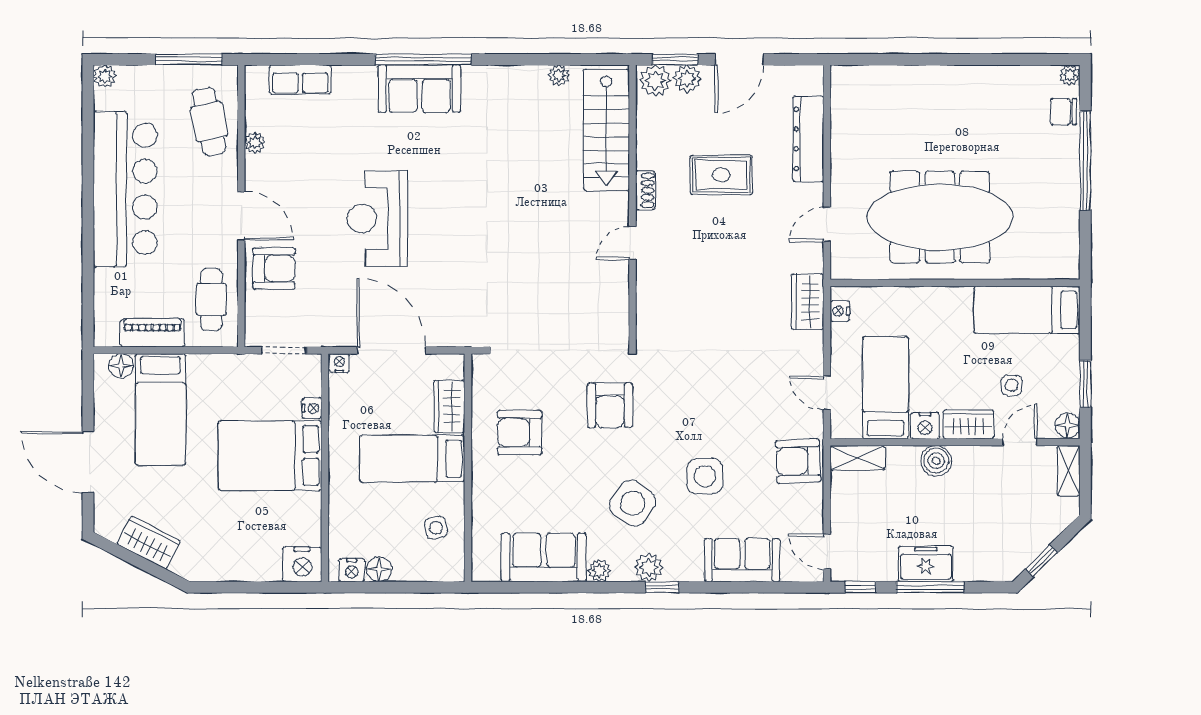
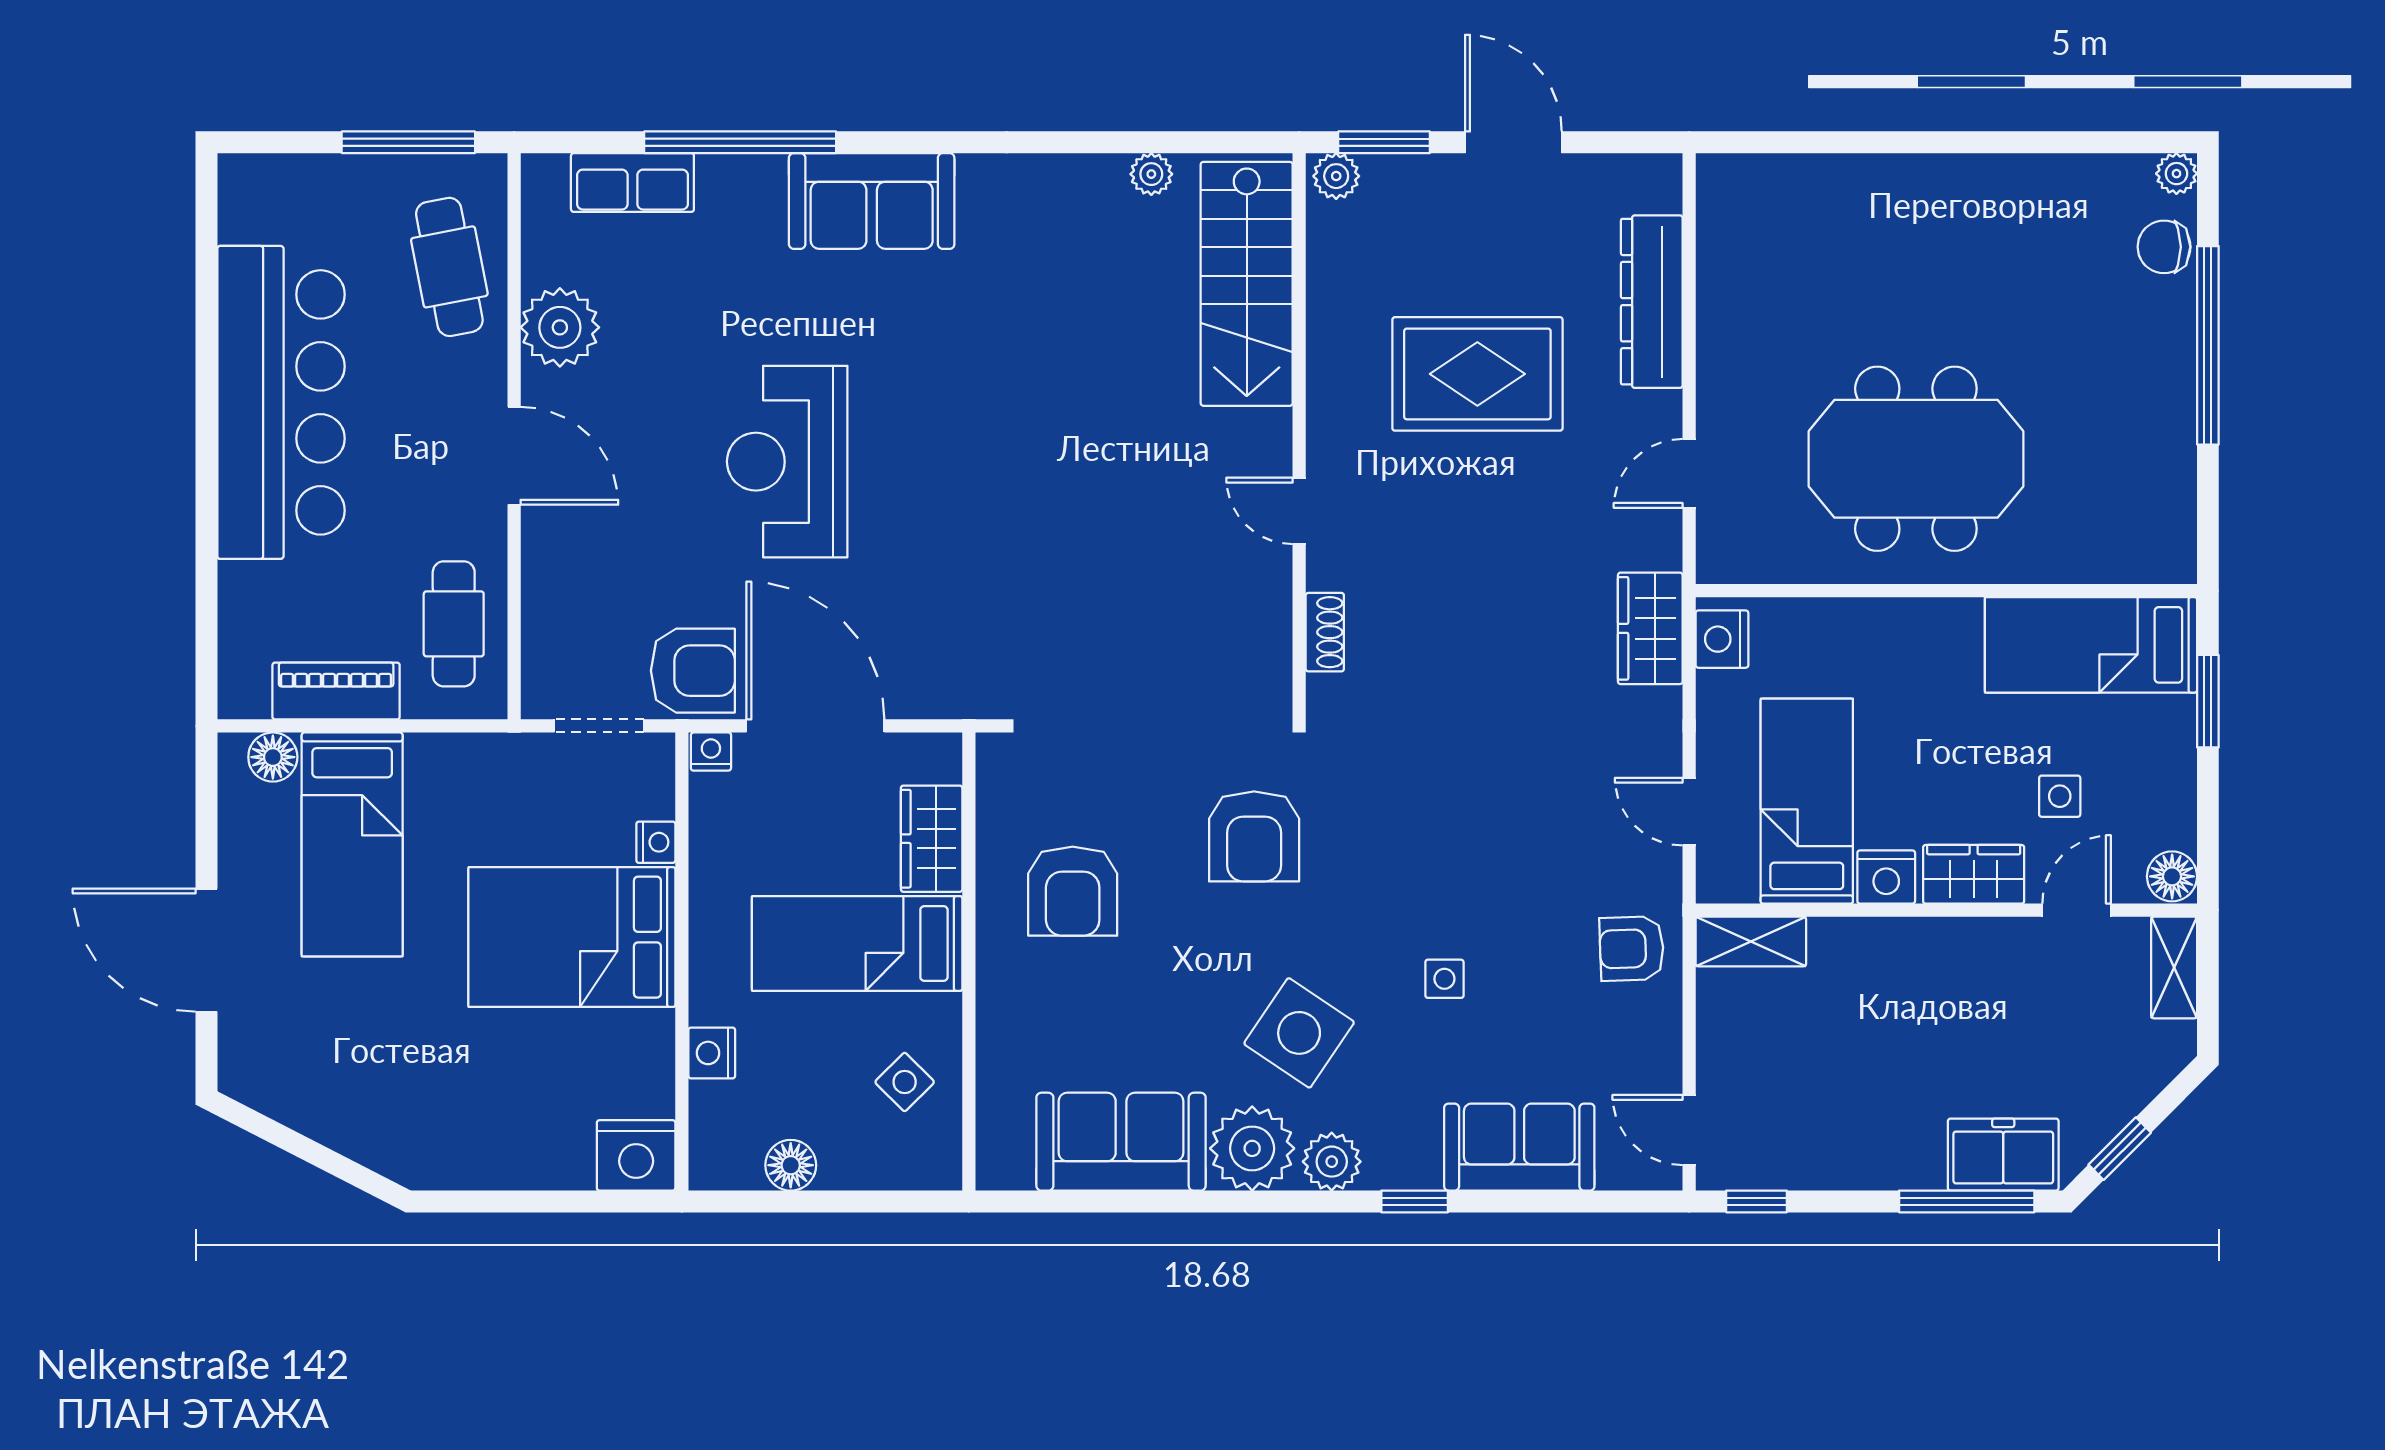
window: (423, 59) -> (740, 142), moved
door: (739, 59) -> (1513, 142), swing flipped
plant: (105, 76) -> (240, 176), removed
plant: (687, 79) -> (1409, 181), removed
plant: (655, 81) -> (1336, 176), width x0.73, depth x0.73
plant: (255, 143) -> (560, 327), width x1.88, depth x1.88
rug: (721, 175) -> (1477, 374), width x1.36, depth x1.43
shoe rack: (645, 190) -> (1325, 632), moved
meeting table: (940, 217) -> (1916, 459), width x0.73
door: (633, 243) -> (1299, 511), hinge flipped
armchair: (274, 269) -> (693, 671), moved
nightstand: (840, 311) -> (1722, 639), width x1.39, depth x1.35
window: (1085, 384) -> (2208, 701), moved
armchair: (520, 433) -> (1073, 891), turned -90
armchair: (798, 461) -> (1632, 949), width x0.72, depth x0.72
boiler: (936, 461) -> (1908, 947), removed
side table: (705, 476) -> (1444, 979), width x0.54, depth x0.54
side table: (436, 528) -> (905, 1082), turned -32
wardrobe: (149, 543) -> (328, 1112), removed
freezer: (926, 564) -> (2003, 1155), moved
nightstand: (352, 570) -> (712, 1053), moved, turned 90
plant: (599, 571) -> (1252, 1148), width x1.87, depth x1.87
window: (662, 587) -> (1415, 1201), moved
window: (930, 587) -> (1967, 1201), moved

